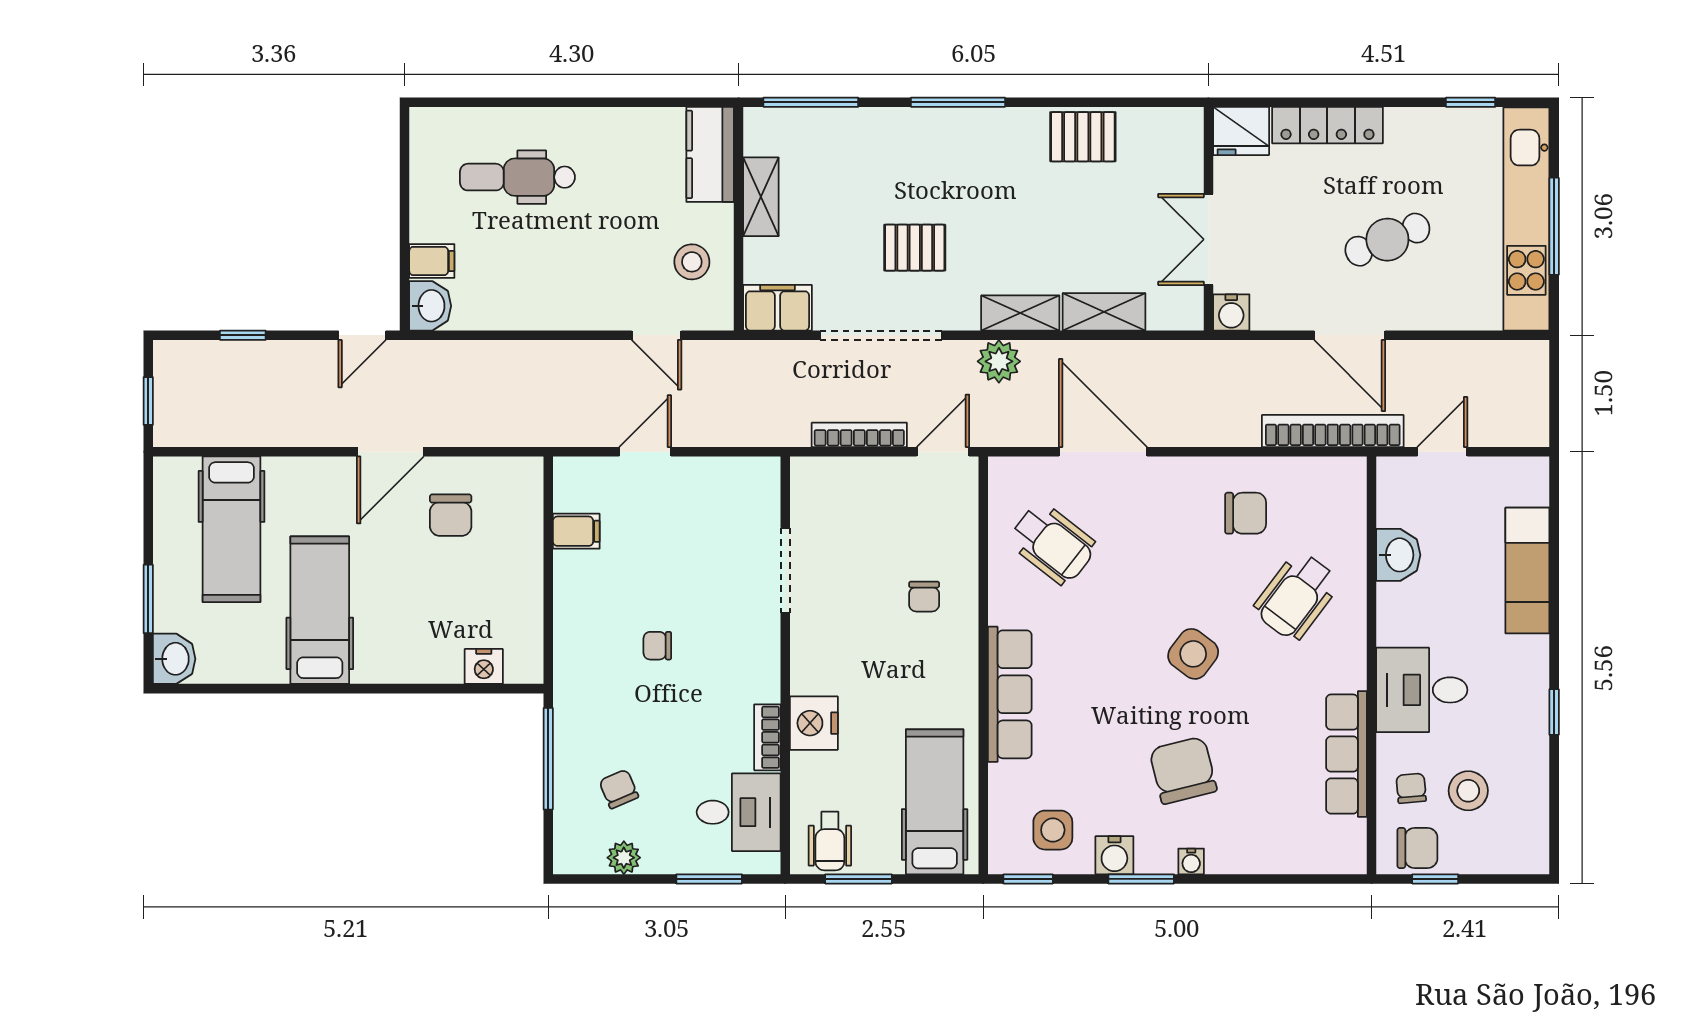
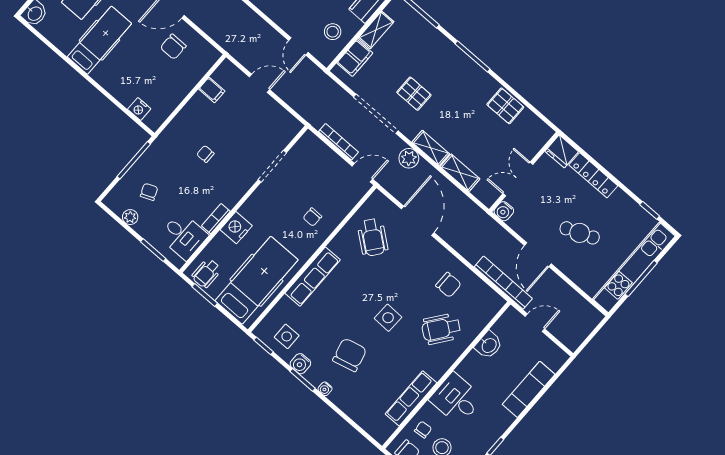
filing cabinet: (777, 308) -> (355, 58), moved, turned 90
side table: (1193, 654) -> (388, 318), turned -35
hospital bed: (935, 802) -> (256, 280), width x1.37, depth x1.29

